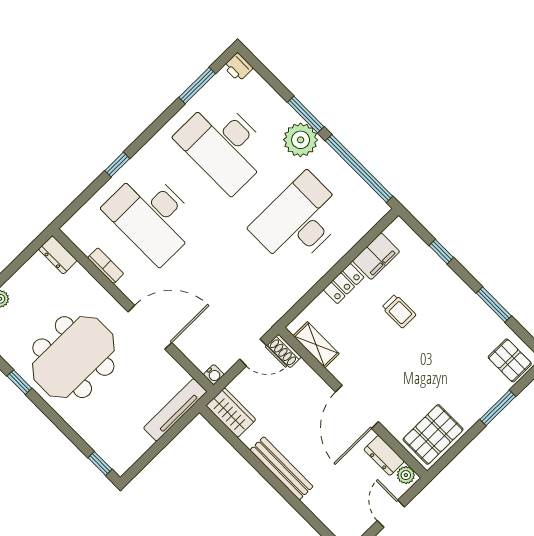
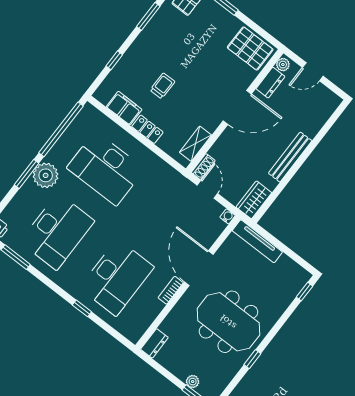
bookcase: (106, 266) -> (171, 290), moved

